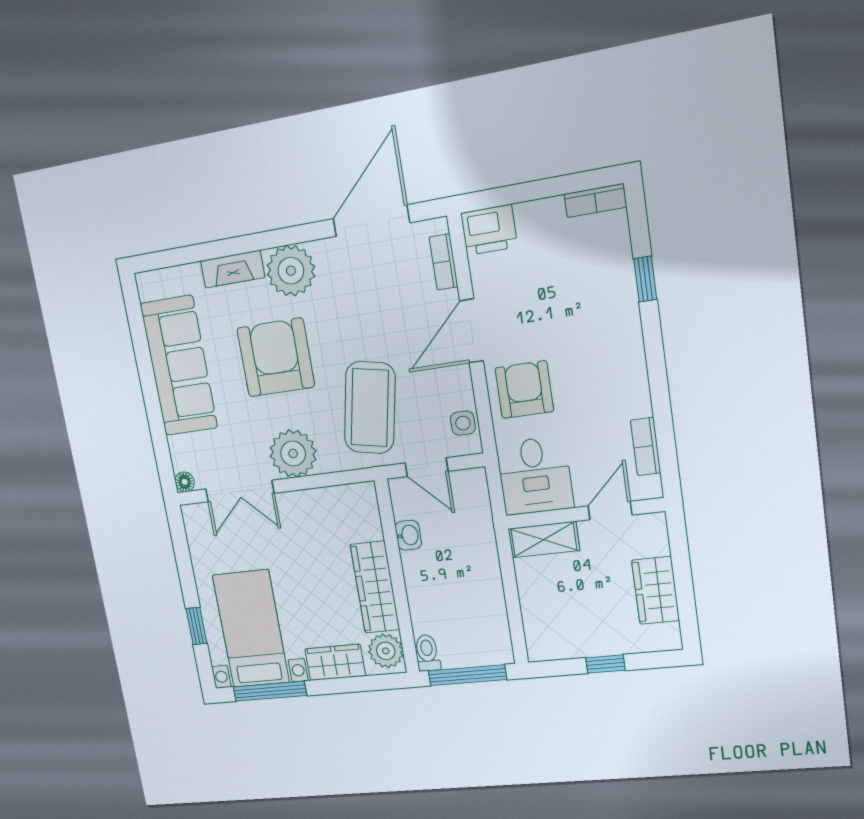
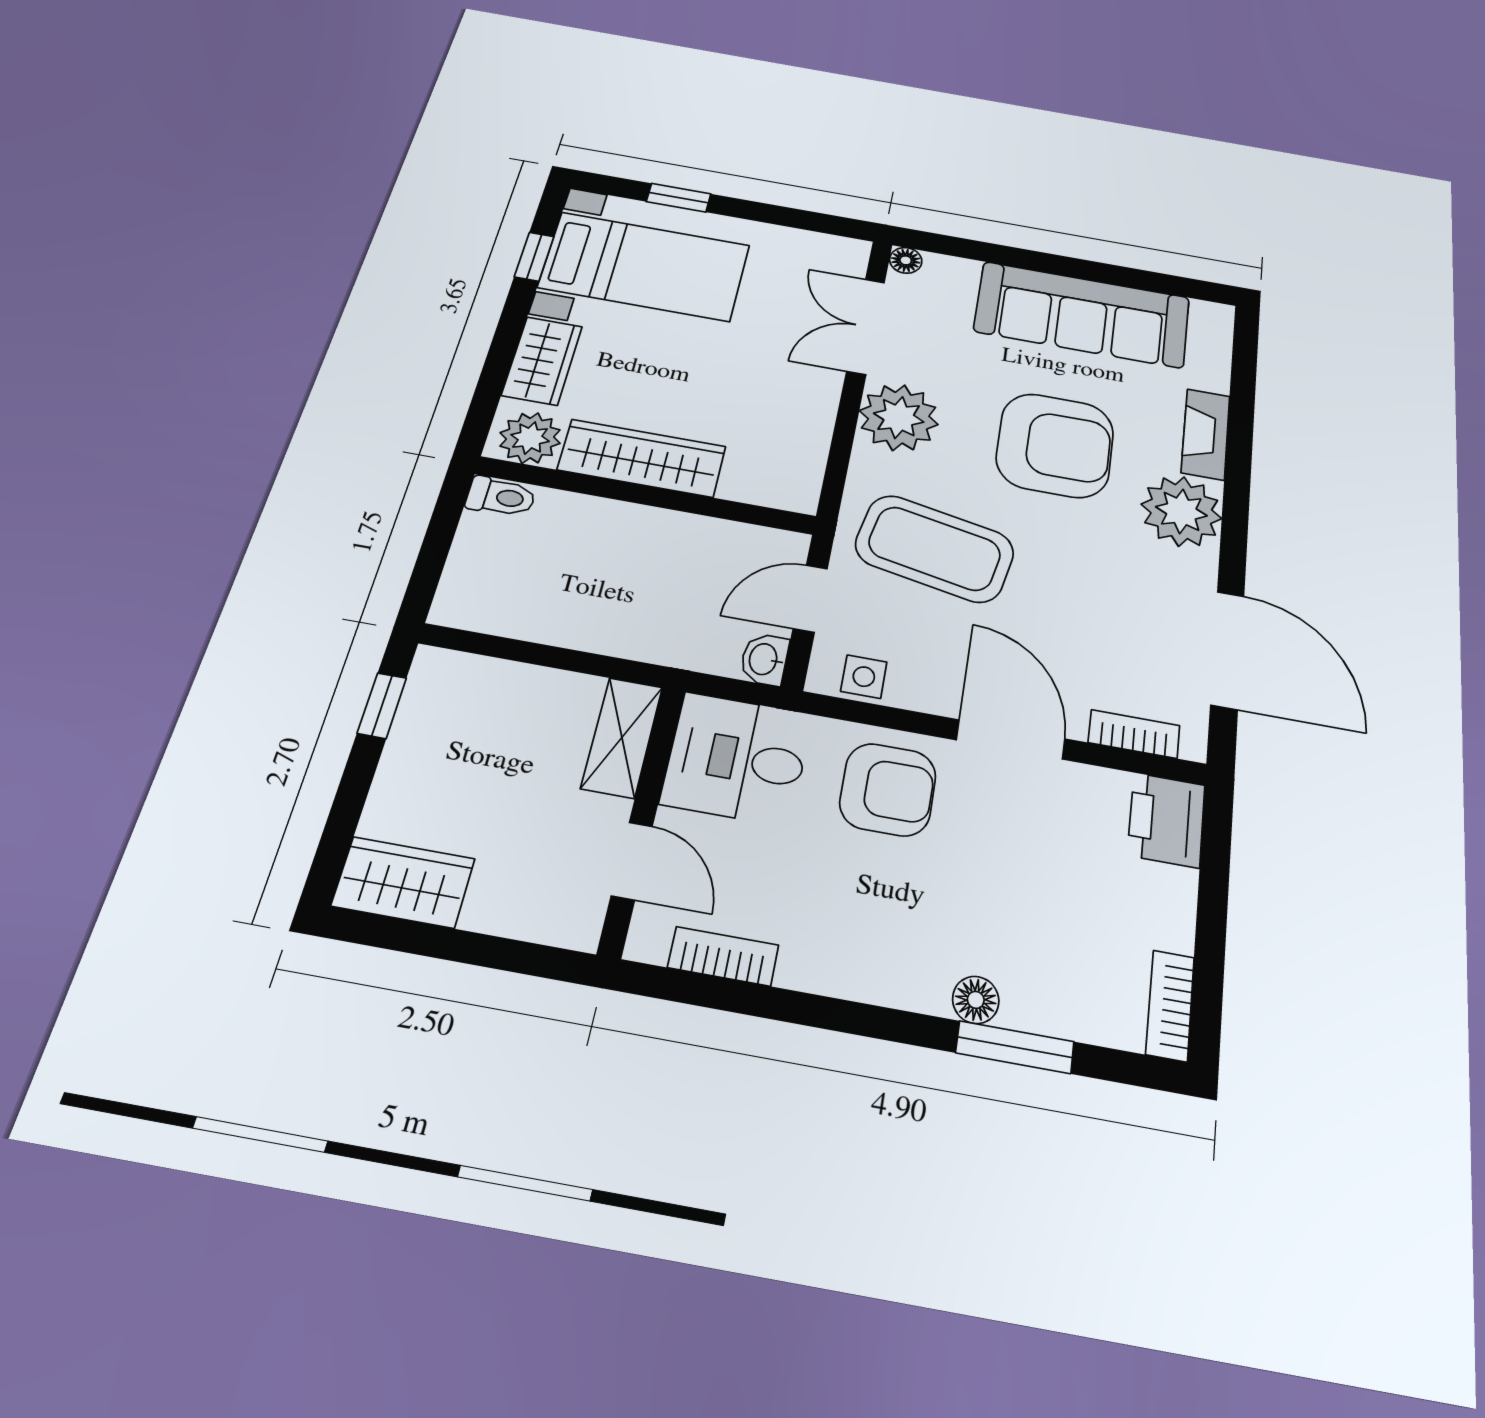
window: (645, 279) -> (1015, 1047), width x1.50
floor lamp: (626, 307) -> (976, 1000), added
washbasin: (408, 535) -> (764, 659), moved, turned 90
wardrobe: (656, 590) -> (403, 882), moved
window: (605, 664) -> (382, 706), moved
window: (467, 675) -> (437, 543), removed
window: (270, 691) -> (534, 257), width x0.46

